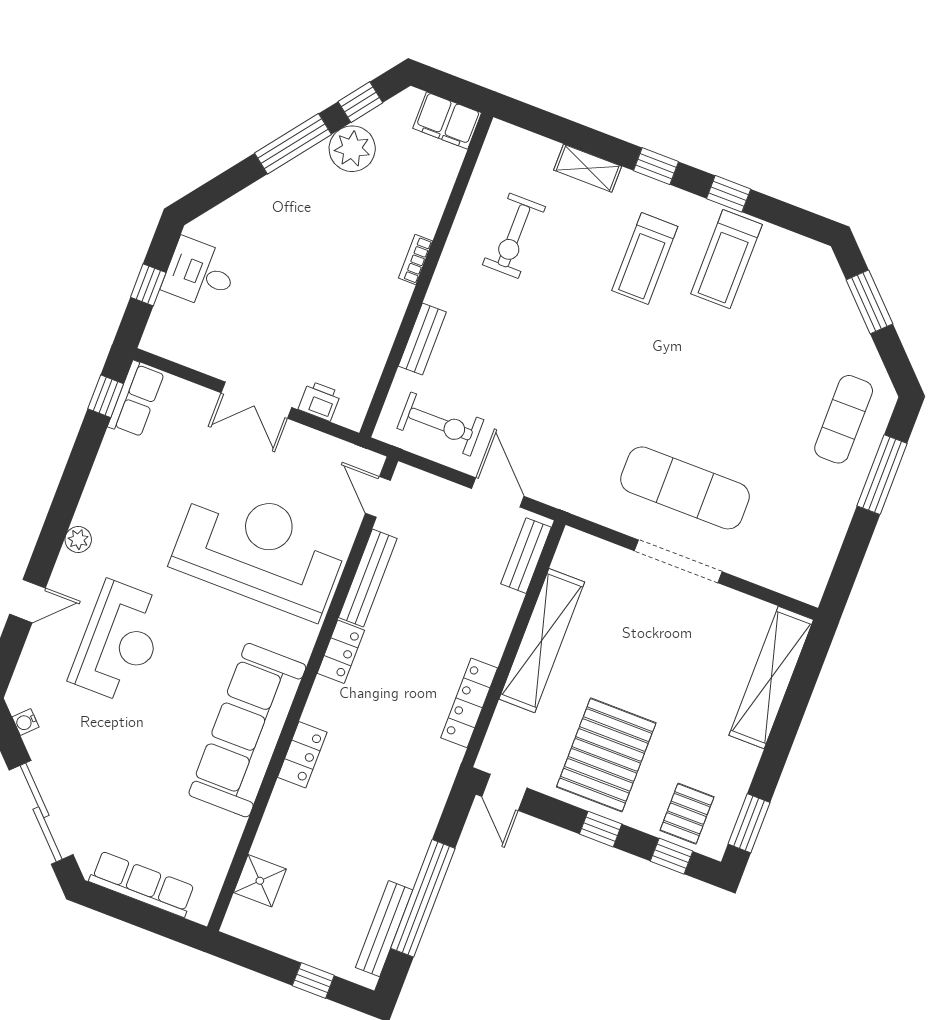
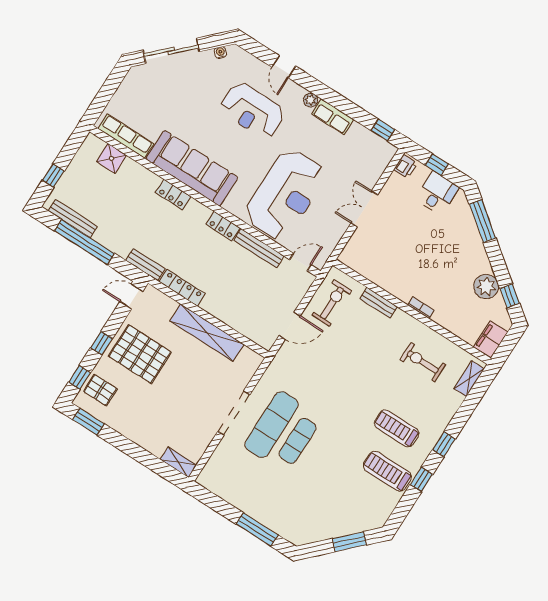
window: (293, 144) -> (482, 221), moved
shelving: (588, 168) -> (469, 379), moved
row of seats: (136, 399) -> (333, 117), moved
printer: (320, 401) -> (406, 166), moved
exercise mat: (844, 419) -> (298, 441), moved, turned 90
exercise bike: (440, 424) -> (332, 303), turned 180
bench: (526, 556) -> (145, 265), moved
shelving: (771, 677) -> (178, 462), width x0.45, depth x0.75
row of seats: (142, 884) -> (126, 136), moved, turned -90

